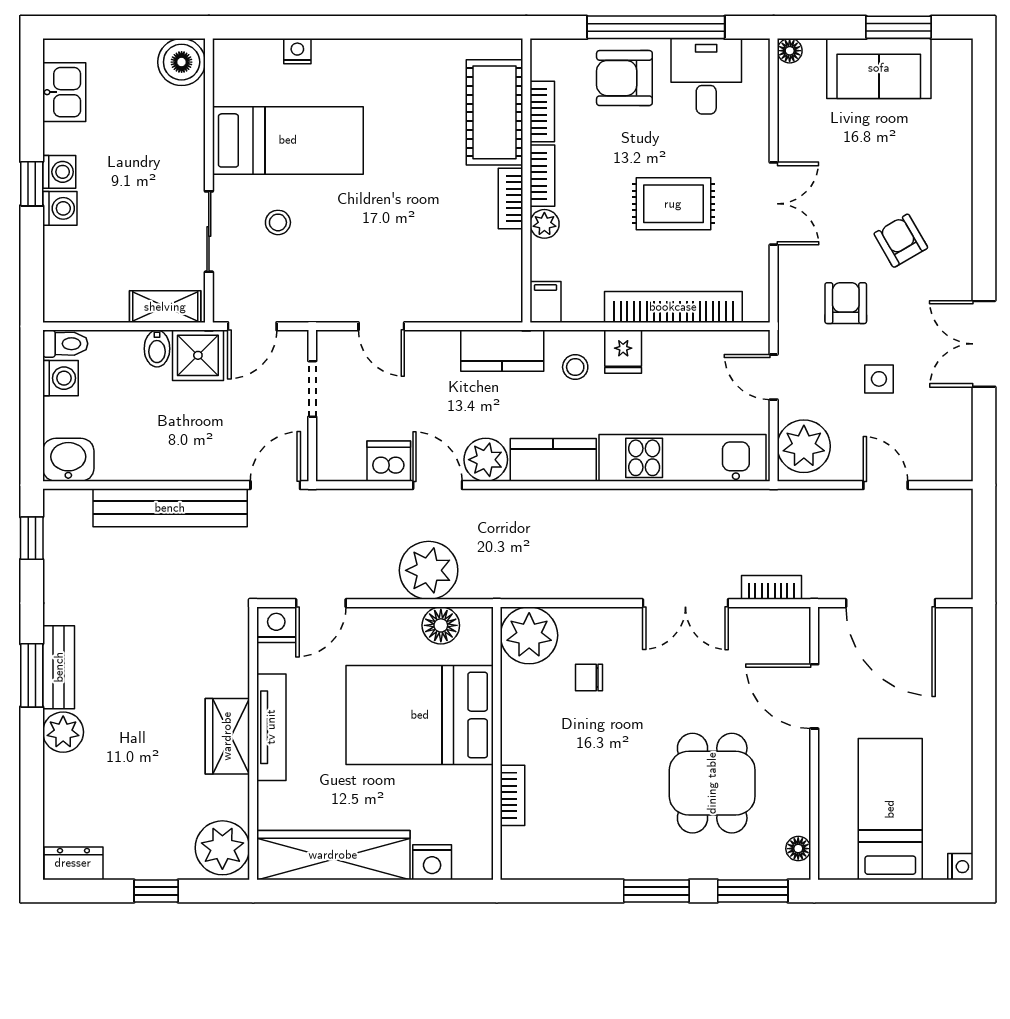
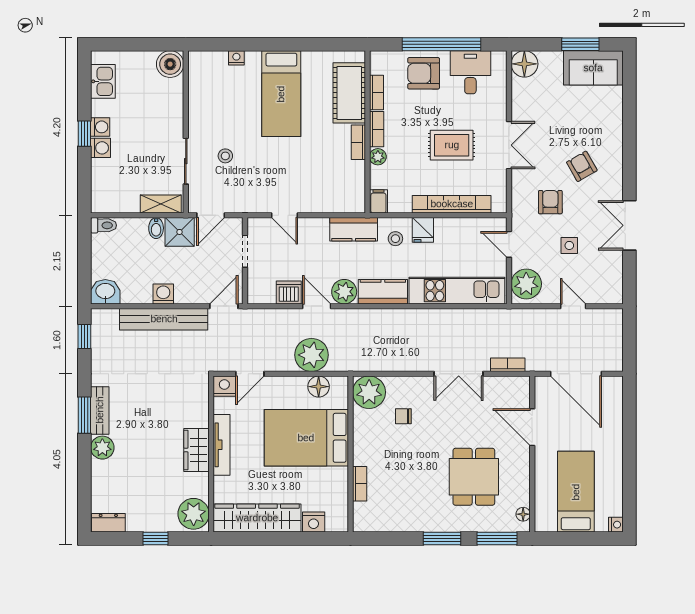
floor lamp: (790, 51) -> (524, 64), width x1.89, depth x1.89
sofa: (879, 68) -> (593, 68), moved
bed: (288, 140) -> (281, 94), moved, turned 90
washing machine: (60, 378) -> (163, 294), moved, turned -90

